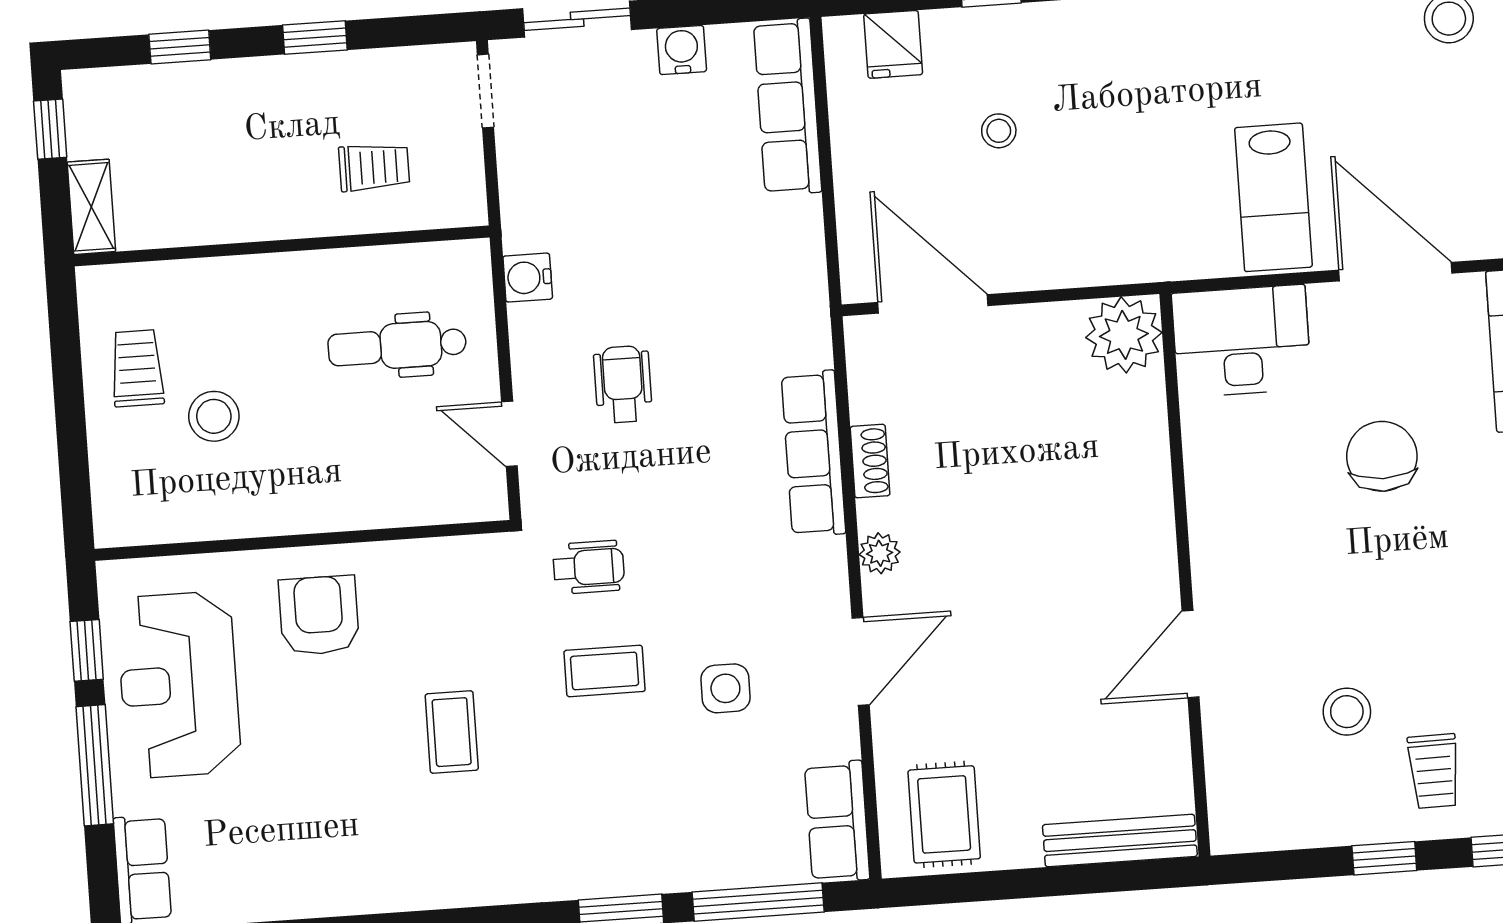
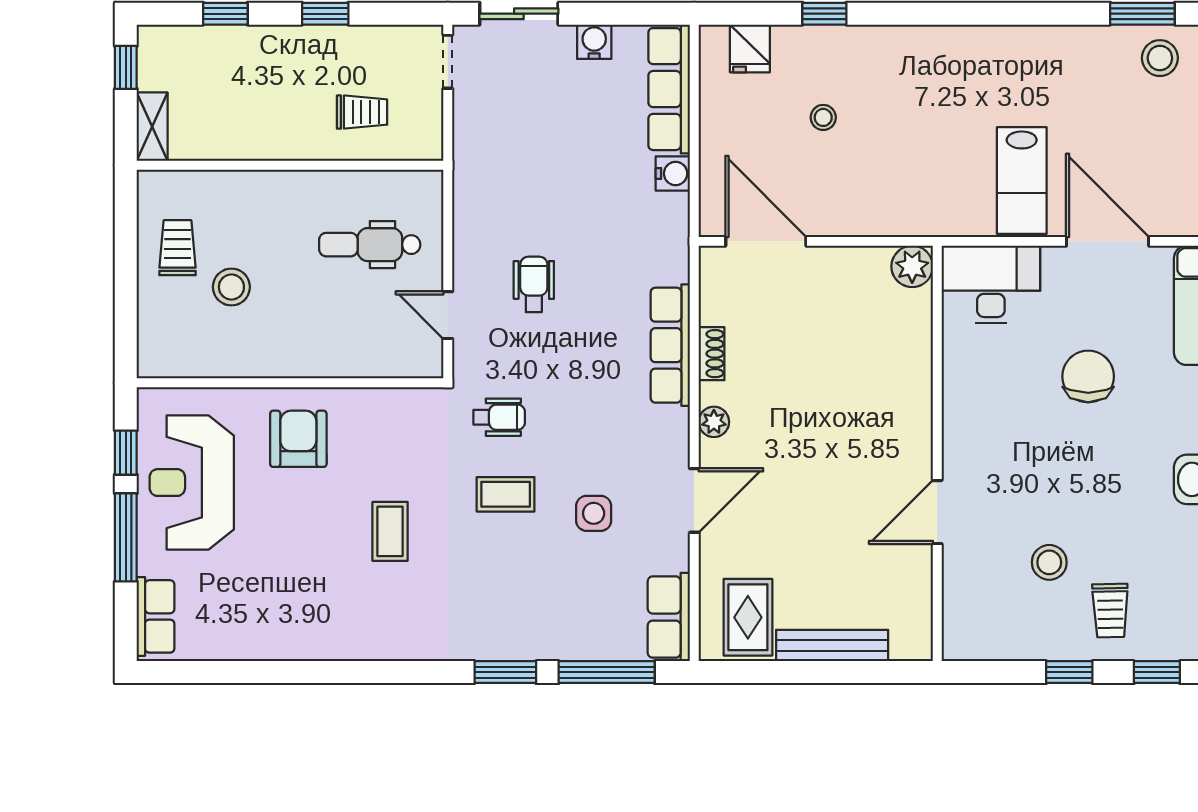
water cooler: (528, 278) -> (673, 174), moved, turned 180
plant: (1124, 335) -> (912, 266), width x0.73, depth x0.73
bench: (1120, 841) -> (832, 646), moved

